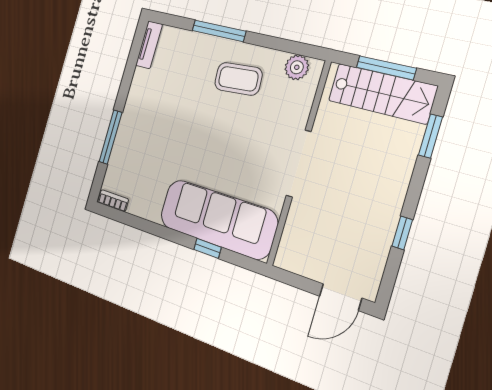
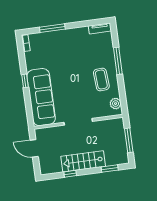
stairs: (382, 93) -> (83, 161), moved, turned 90
window: (208, 248) -> (25, 81), moved
door: (341, 297) -> (34, 148), moved

